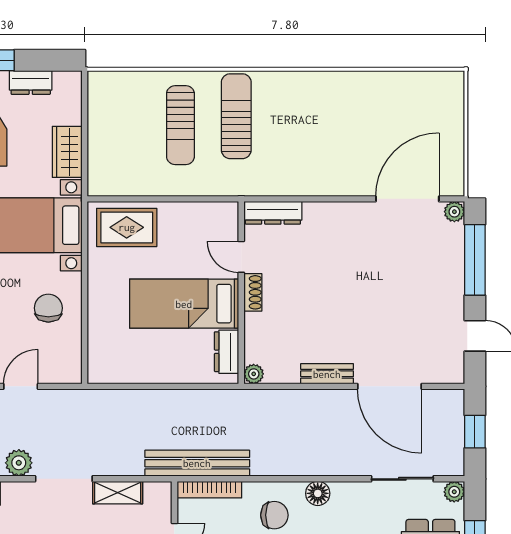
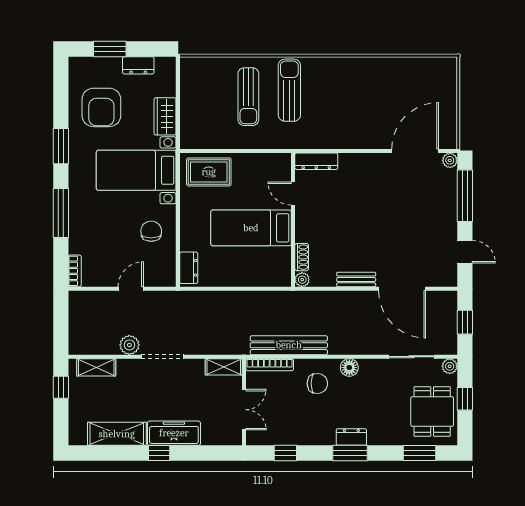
shoe rack: (253, 292) -> (302, 257), moved
dresser: (227, 352) -> (189, 268), moved, turned 180
bench: (197, 463) -> (289, 345), moved
shelving: (118, 493) -> (224, 367), moved

